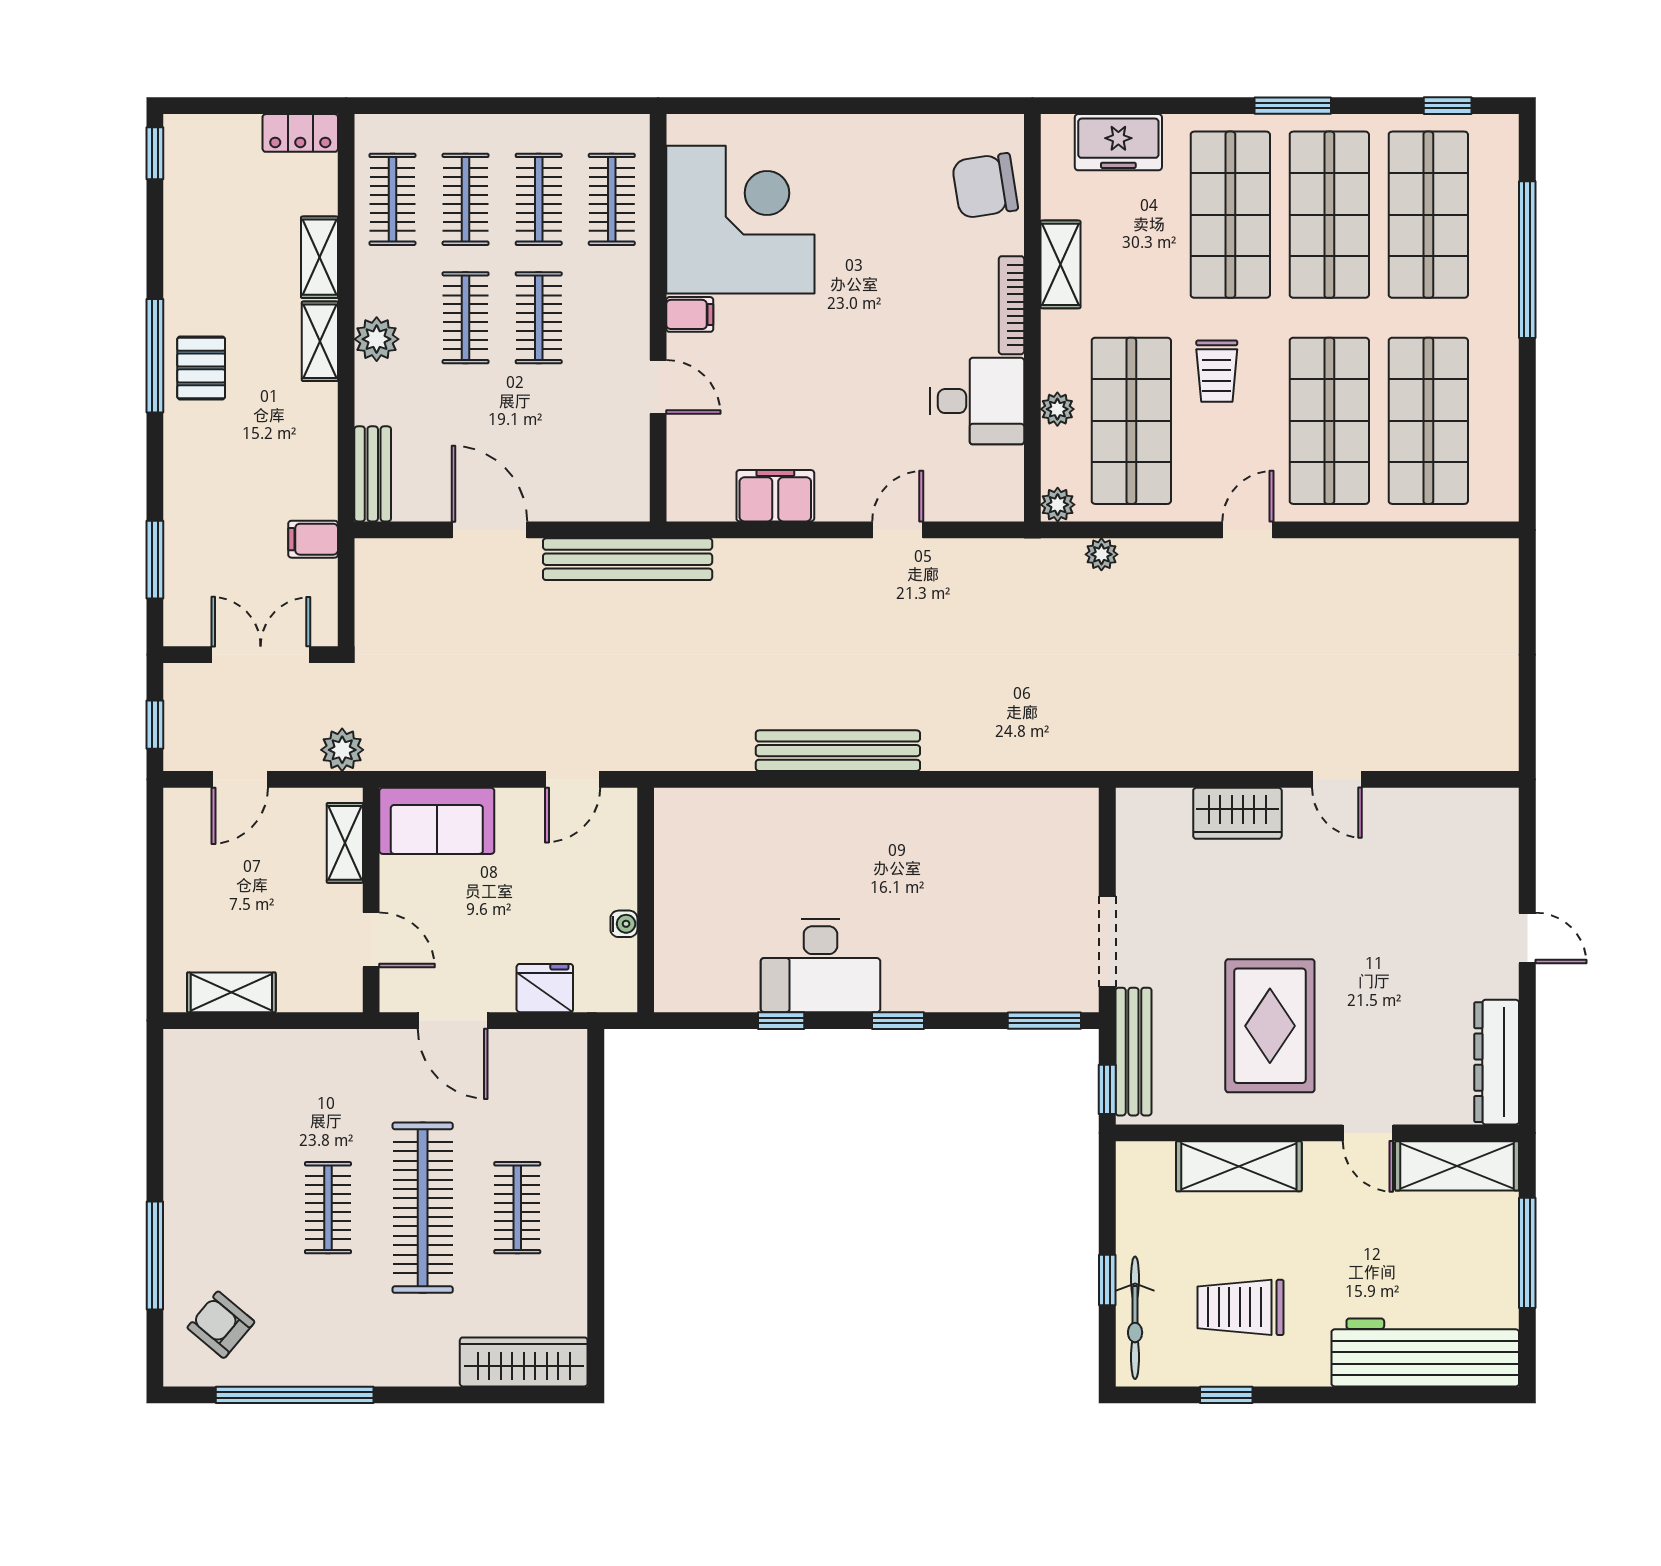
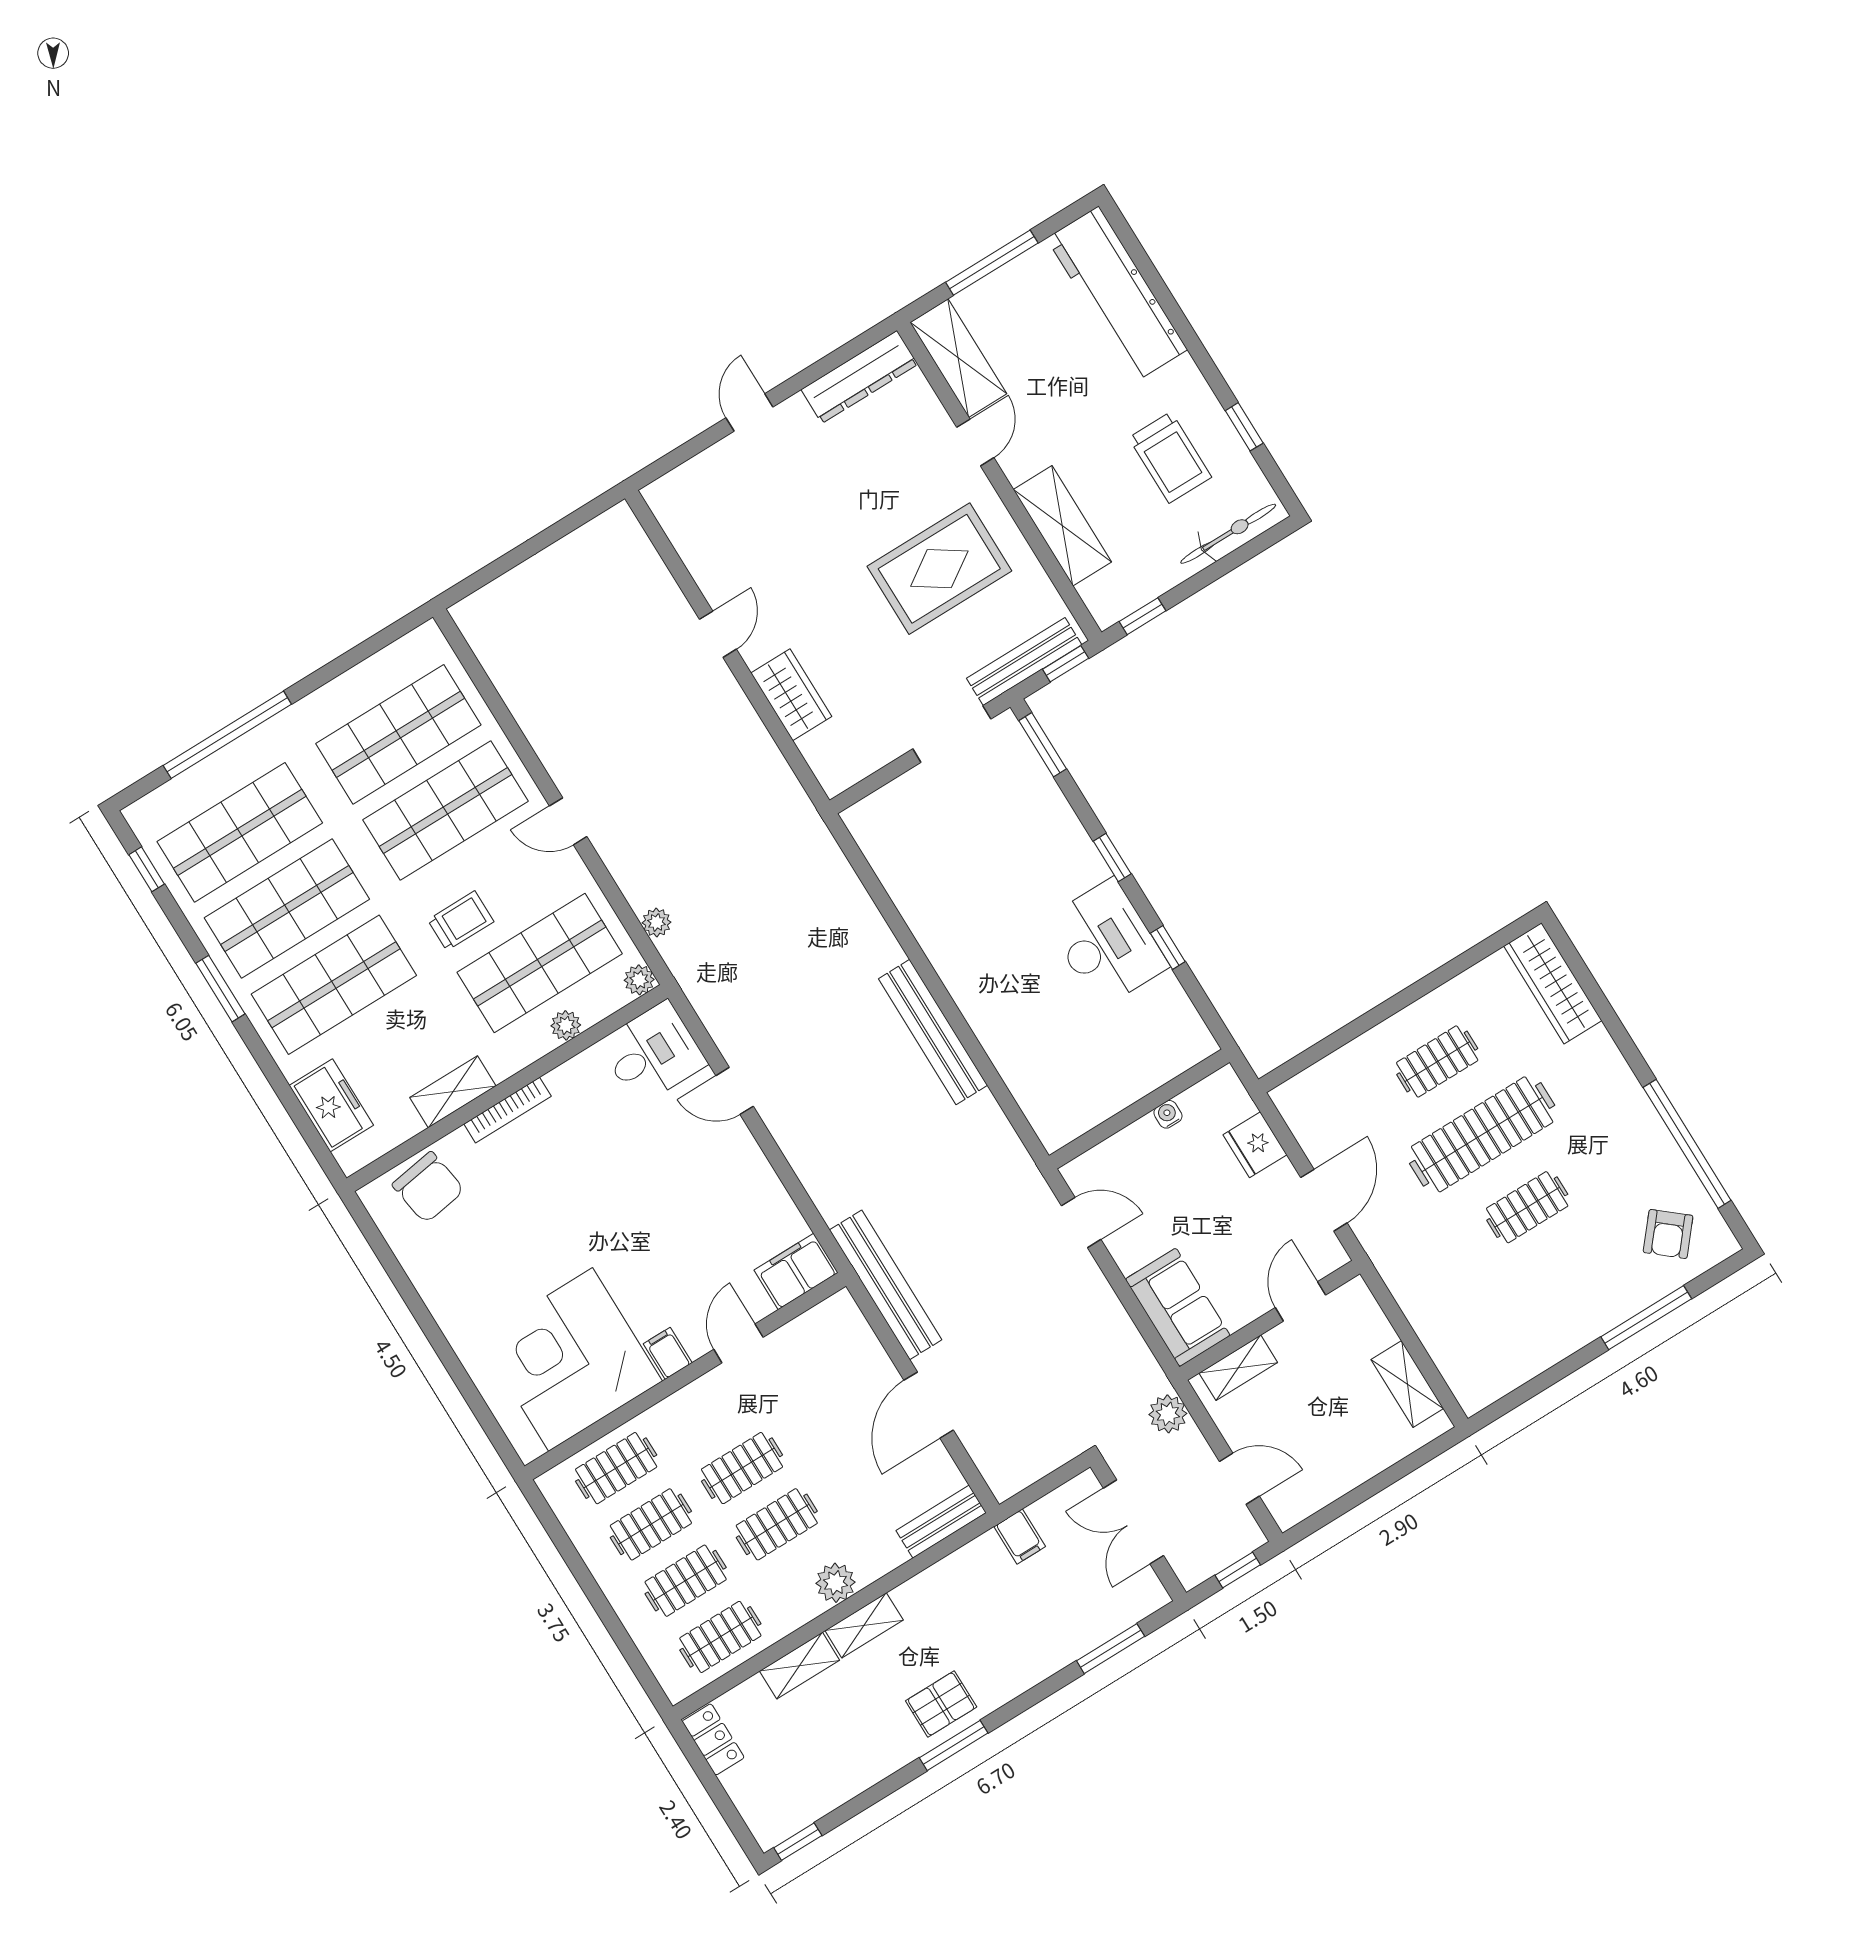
window: (155, 356) -> (954, 1745), width x0.69
desk: (977, 401) -> (653, 1053), moved, turned 90
filing cabinet: (775, 496) -> (796, 1271), moved, turned 90
window: (1107, 1280) -> (1143, 616), moved

